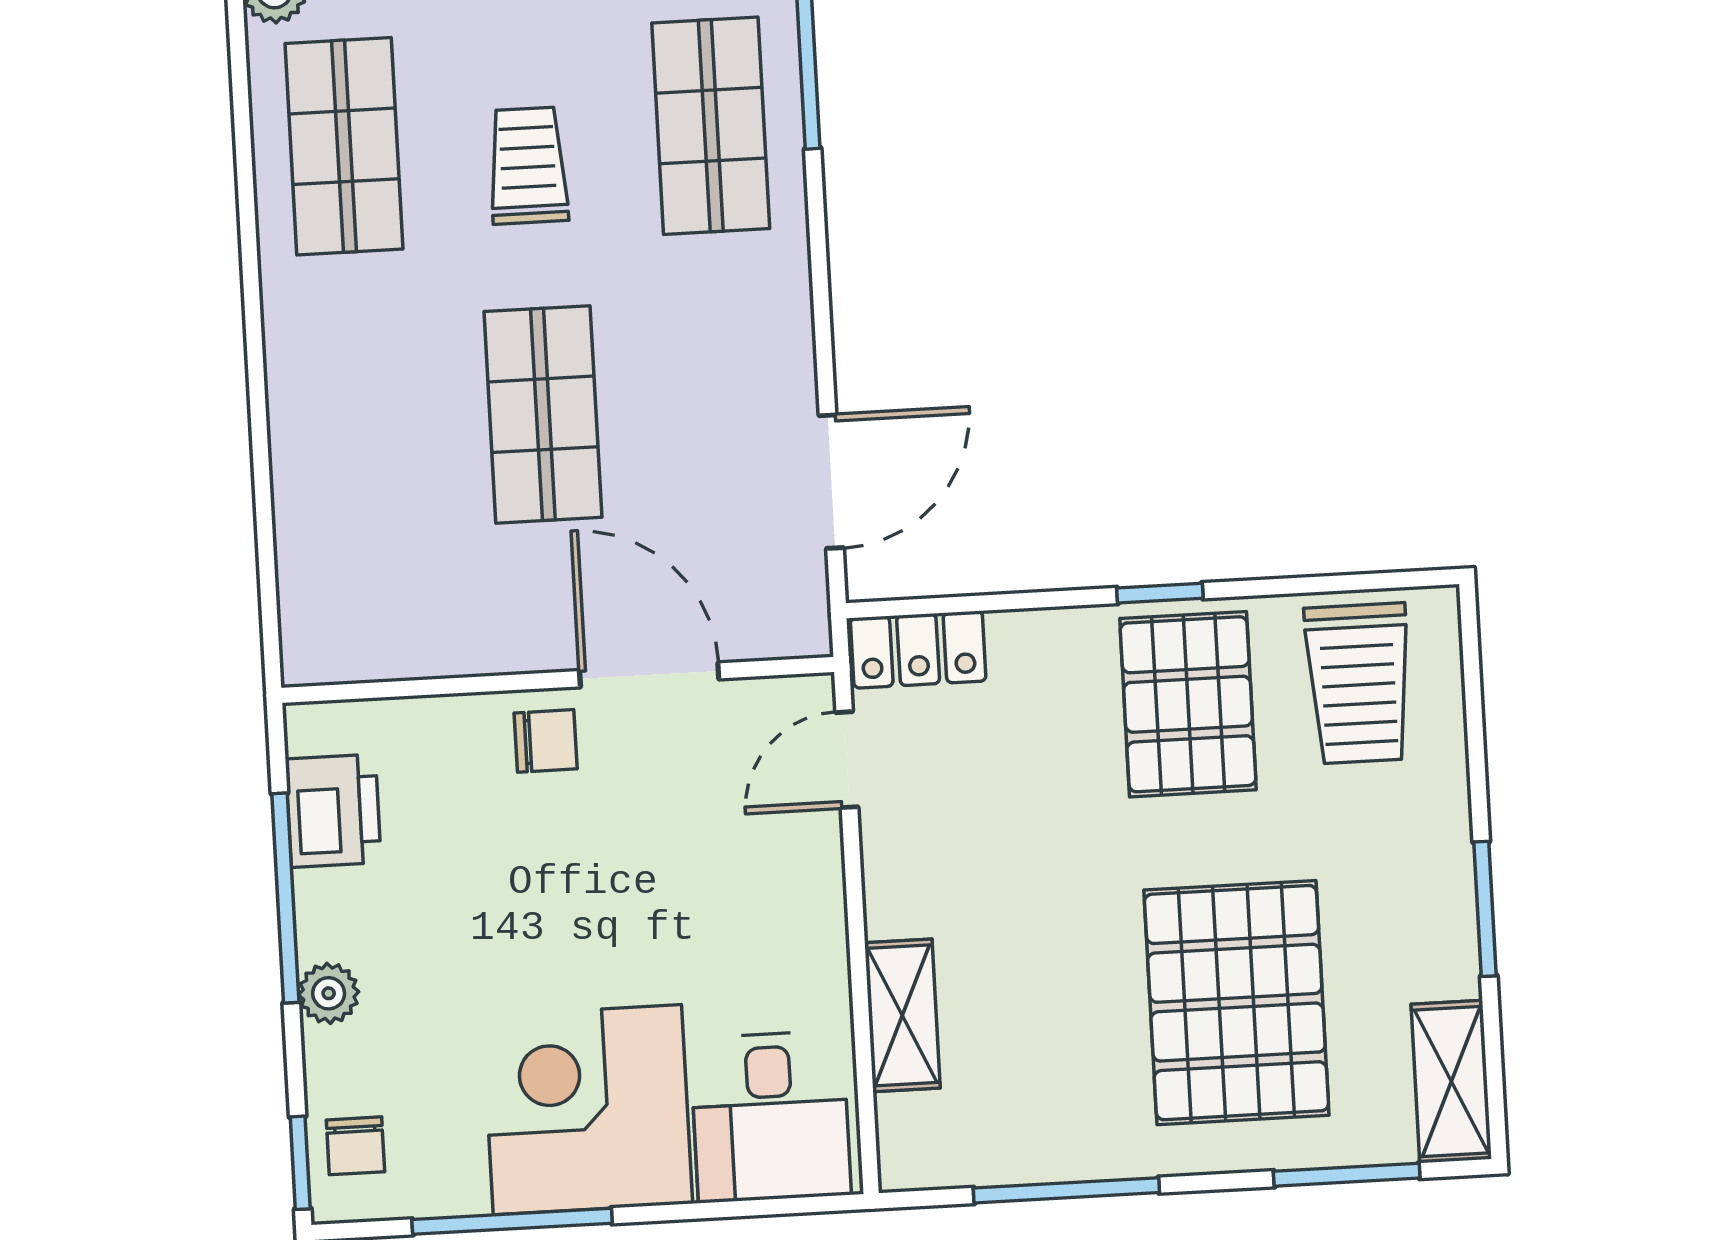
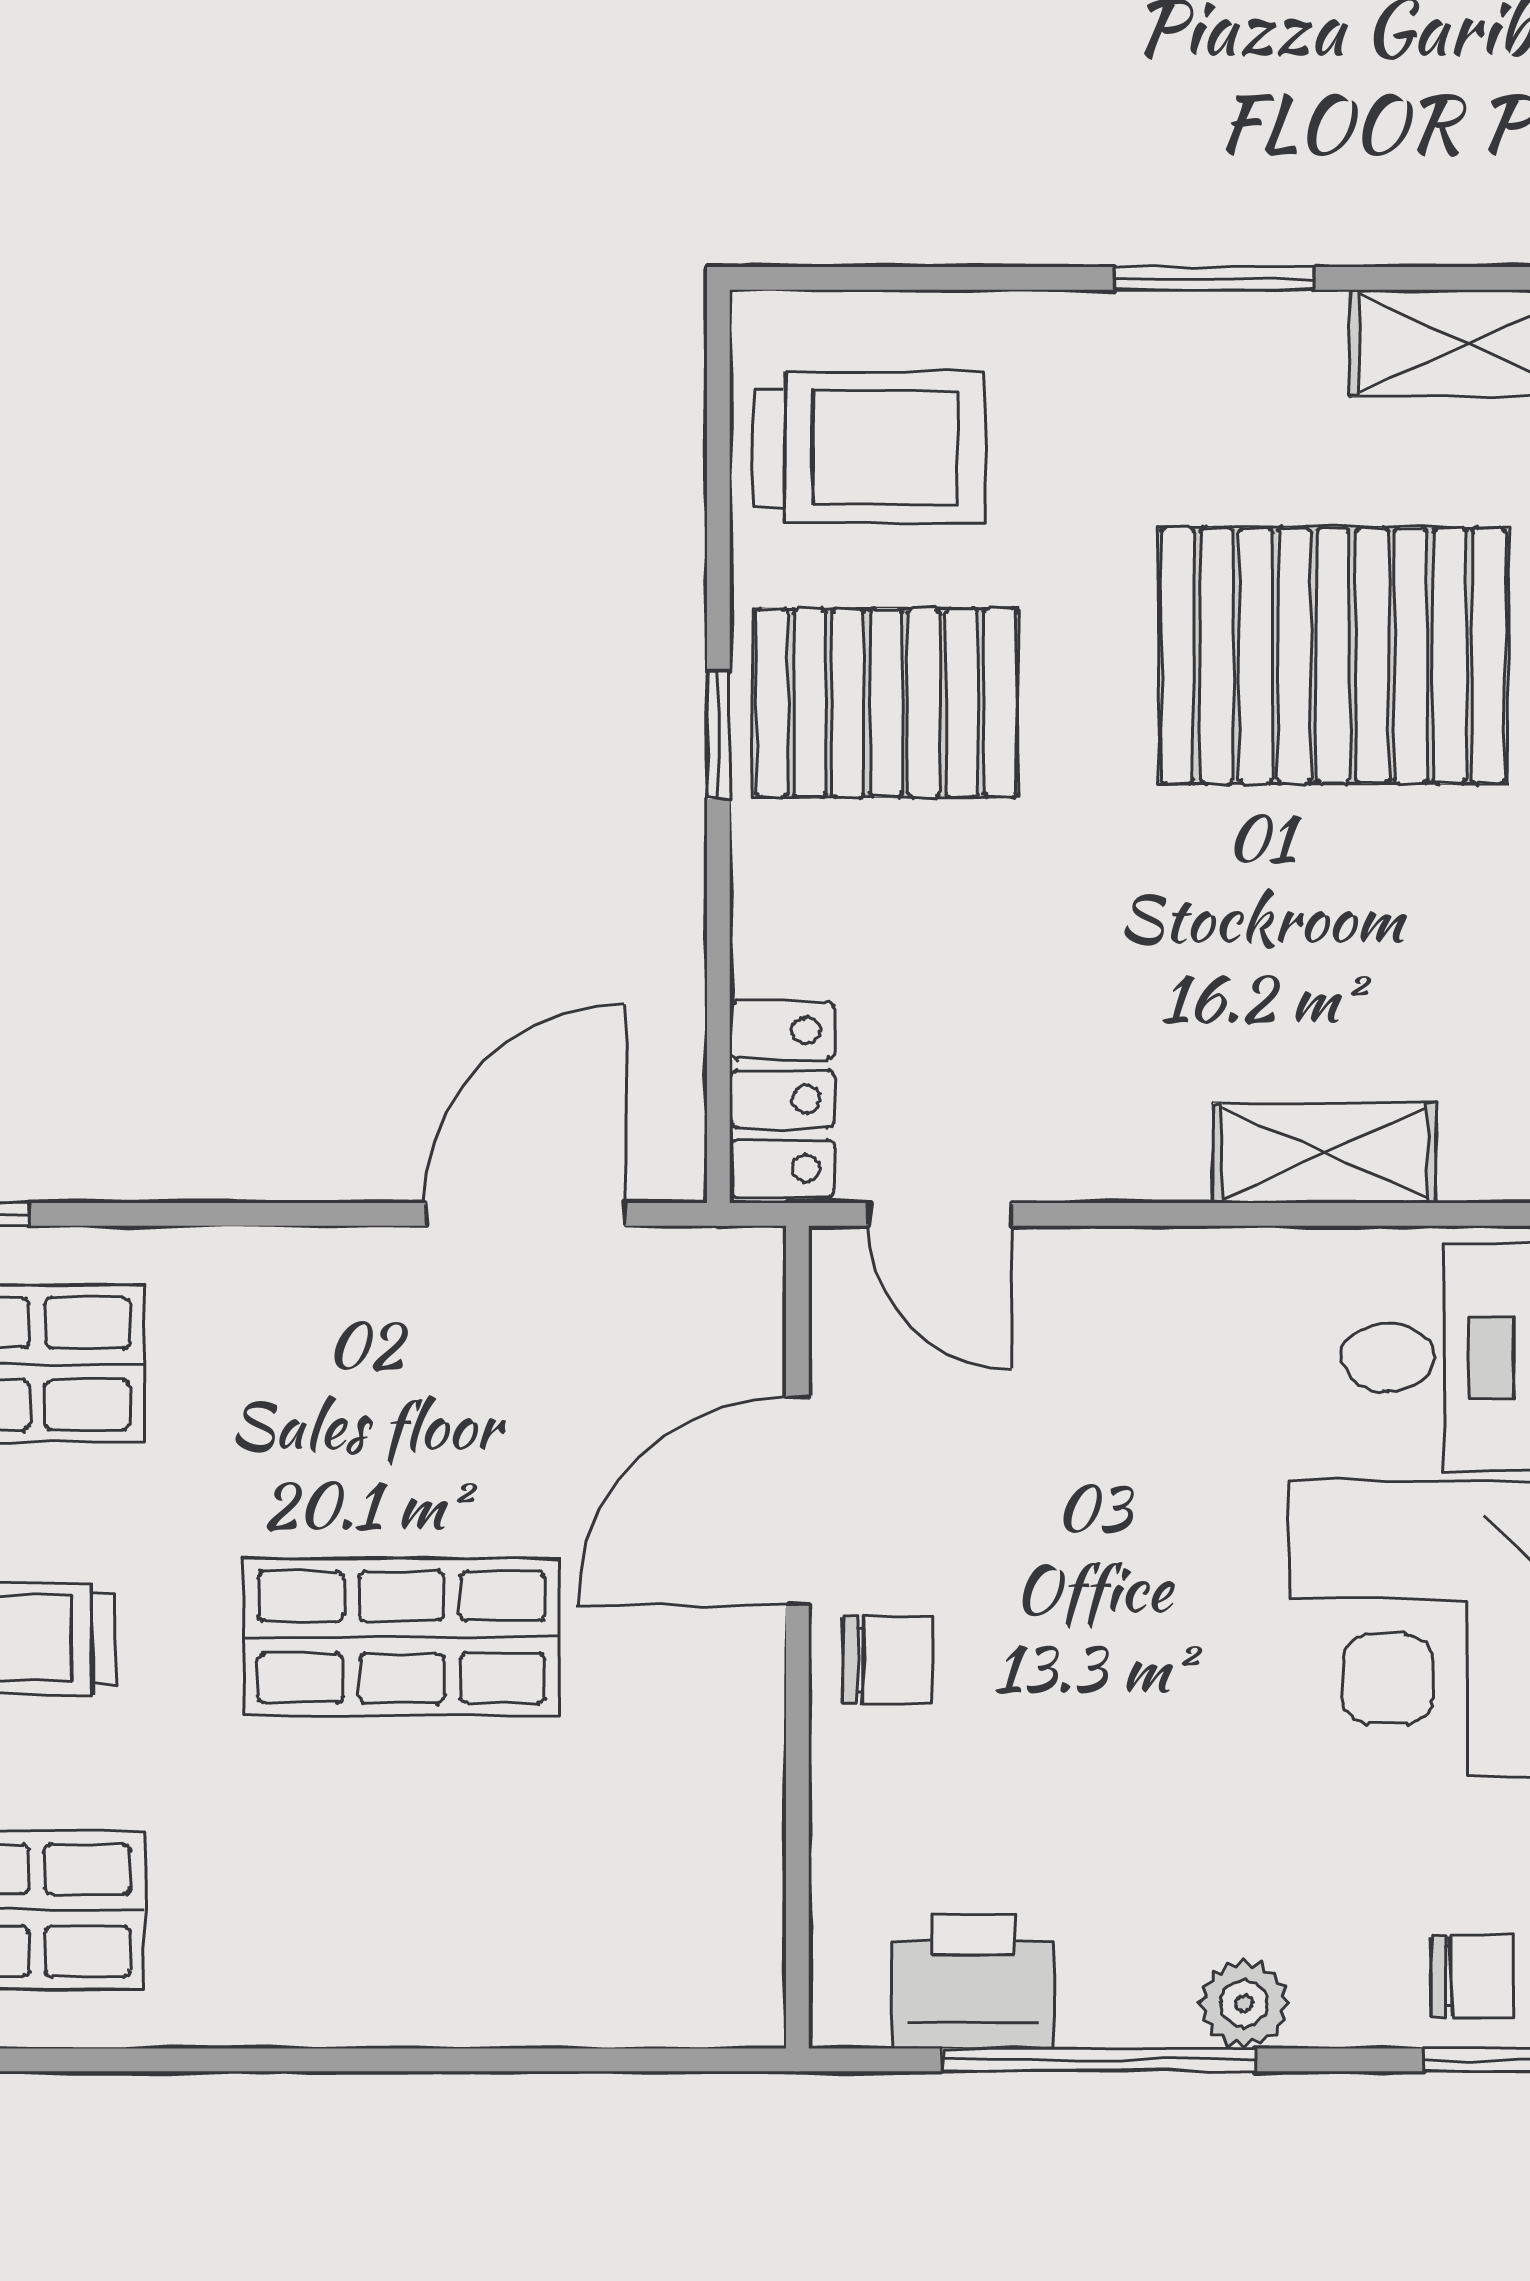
door: (831, 482) -> (525, 1214), hinge flipped
chair: (546, 741) -> (887, 1660), turned 90

